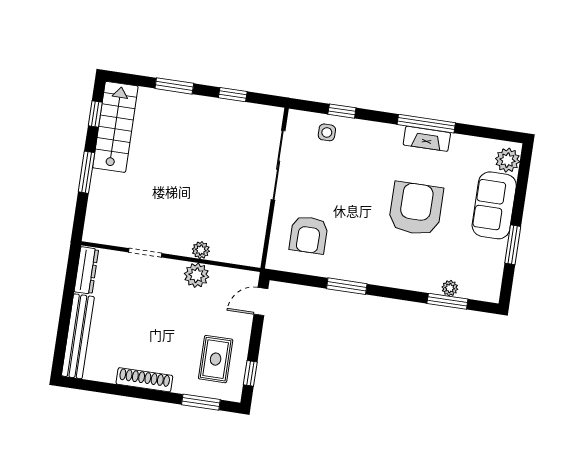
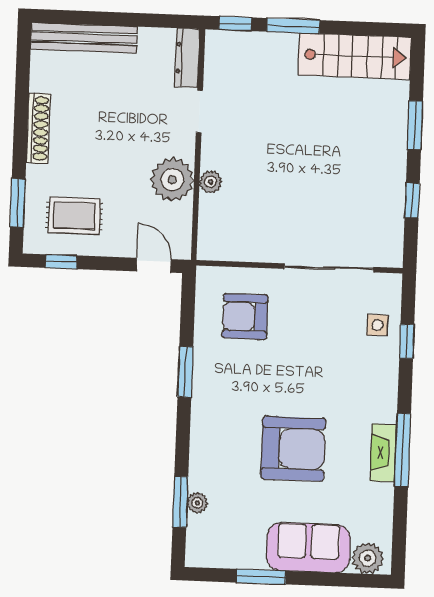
window: (95, 114) -> (235, 24), moved
dresser: (86, 270) -> (187, 58), moved, turned 90
plant: (197, 275) -> (172, 180), width x1.36, depth x1.36

